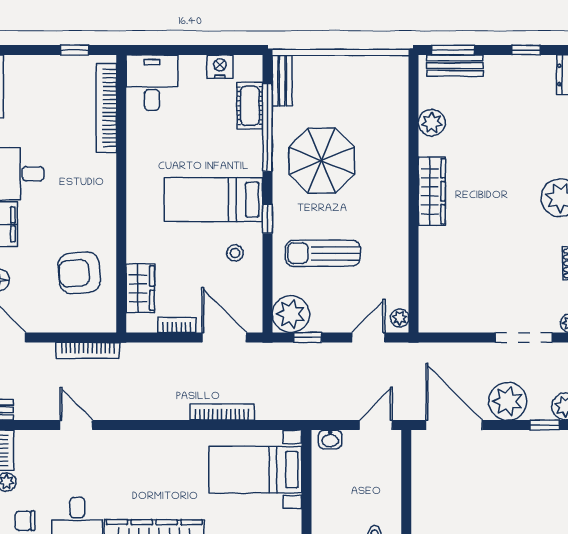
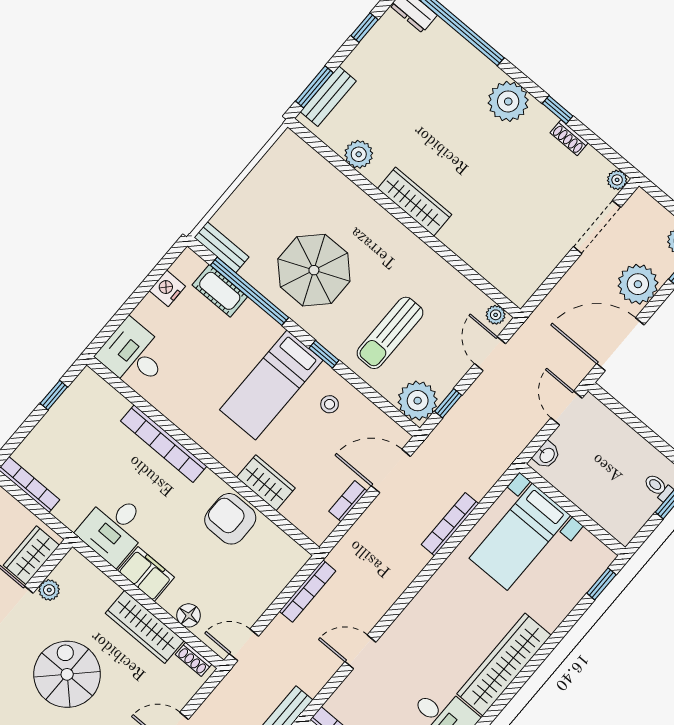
bookcase: (106, 108) -> (164, 444), moved
armchair: (79, 273) -> (230, 519), moved, turned 95
wardrobe: (140, 288) -> (266, 483), moved

